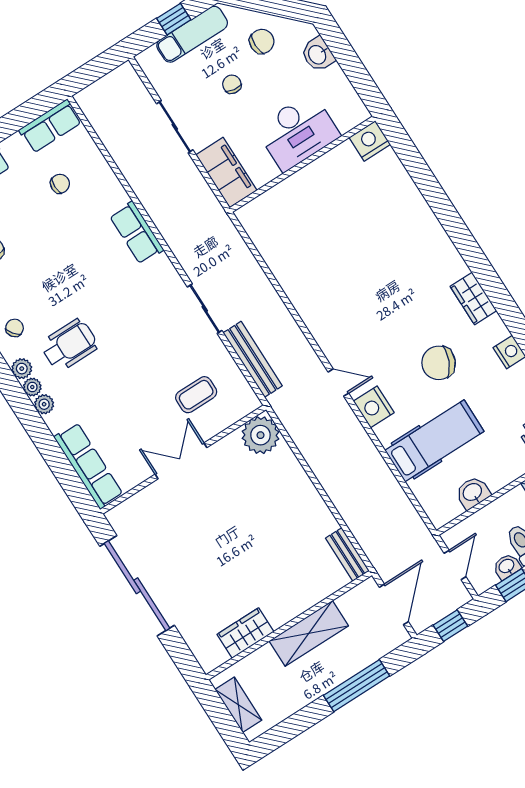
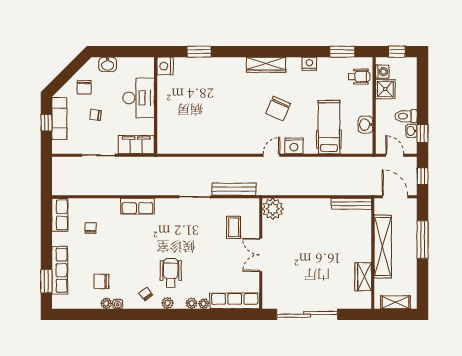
chair: (262, 41) -> (84, 87), turned 180
window: (423, 177) -> (199, 52), added
wardrobe: (473, 298) -> (266, 65), width x1.50
chair: (439, 363) -> (278, 109), moved
plant: (32, 387) -> (204, 304), moved
bench: (347, 554) -> (351, 204), width x1.36
shelving: (309, 633) -> (383, 247), width x1.47

